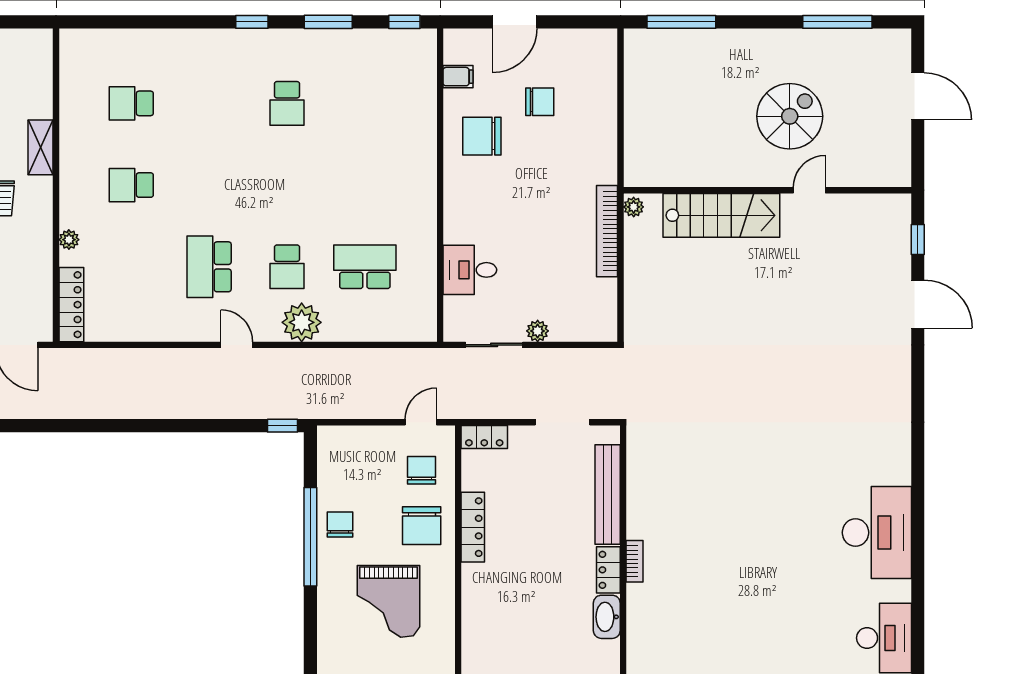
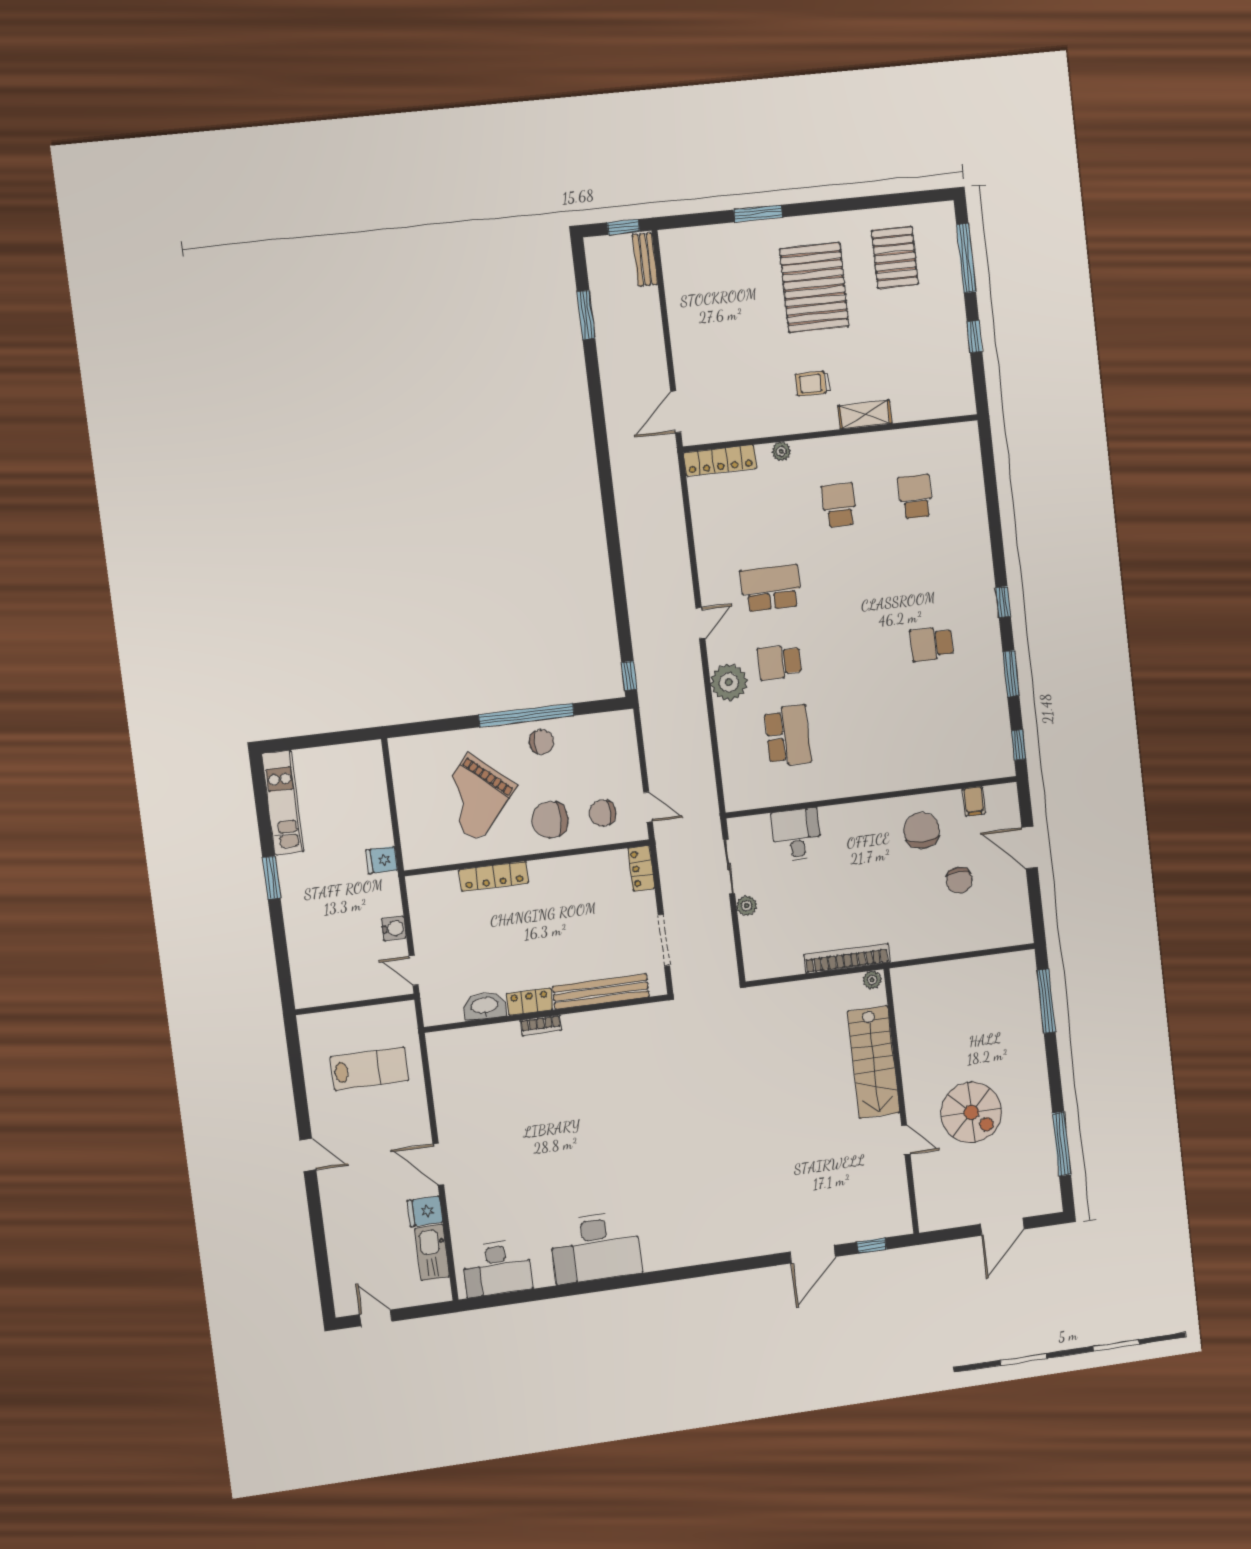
chair: (422, 470) -> (603, 813), turned 180
locker: (473, 527) -> (494, 876), moved
grand piano: (388, 601) -> (474, 797), turned -49

